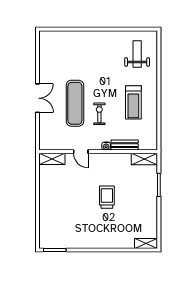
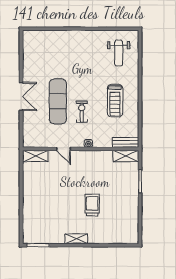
weight bench: (137, 54) -> (119, 53), turned 180
bench: (125, 145) -> (125, 142), moved
trolley: (107, 197) -> (92, 205), moved
shelving: (146, 243) -> (76, 239), moved

